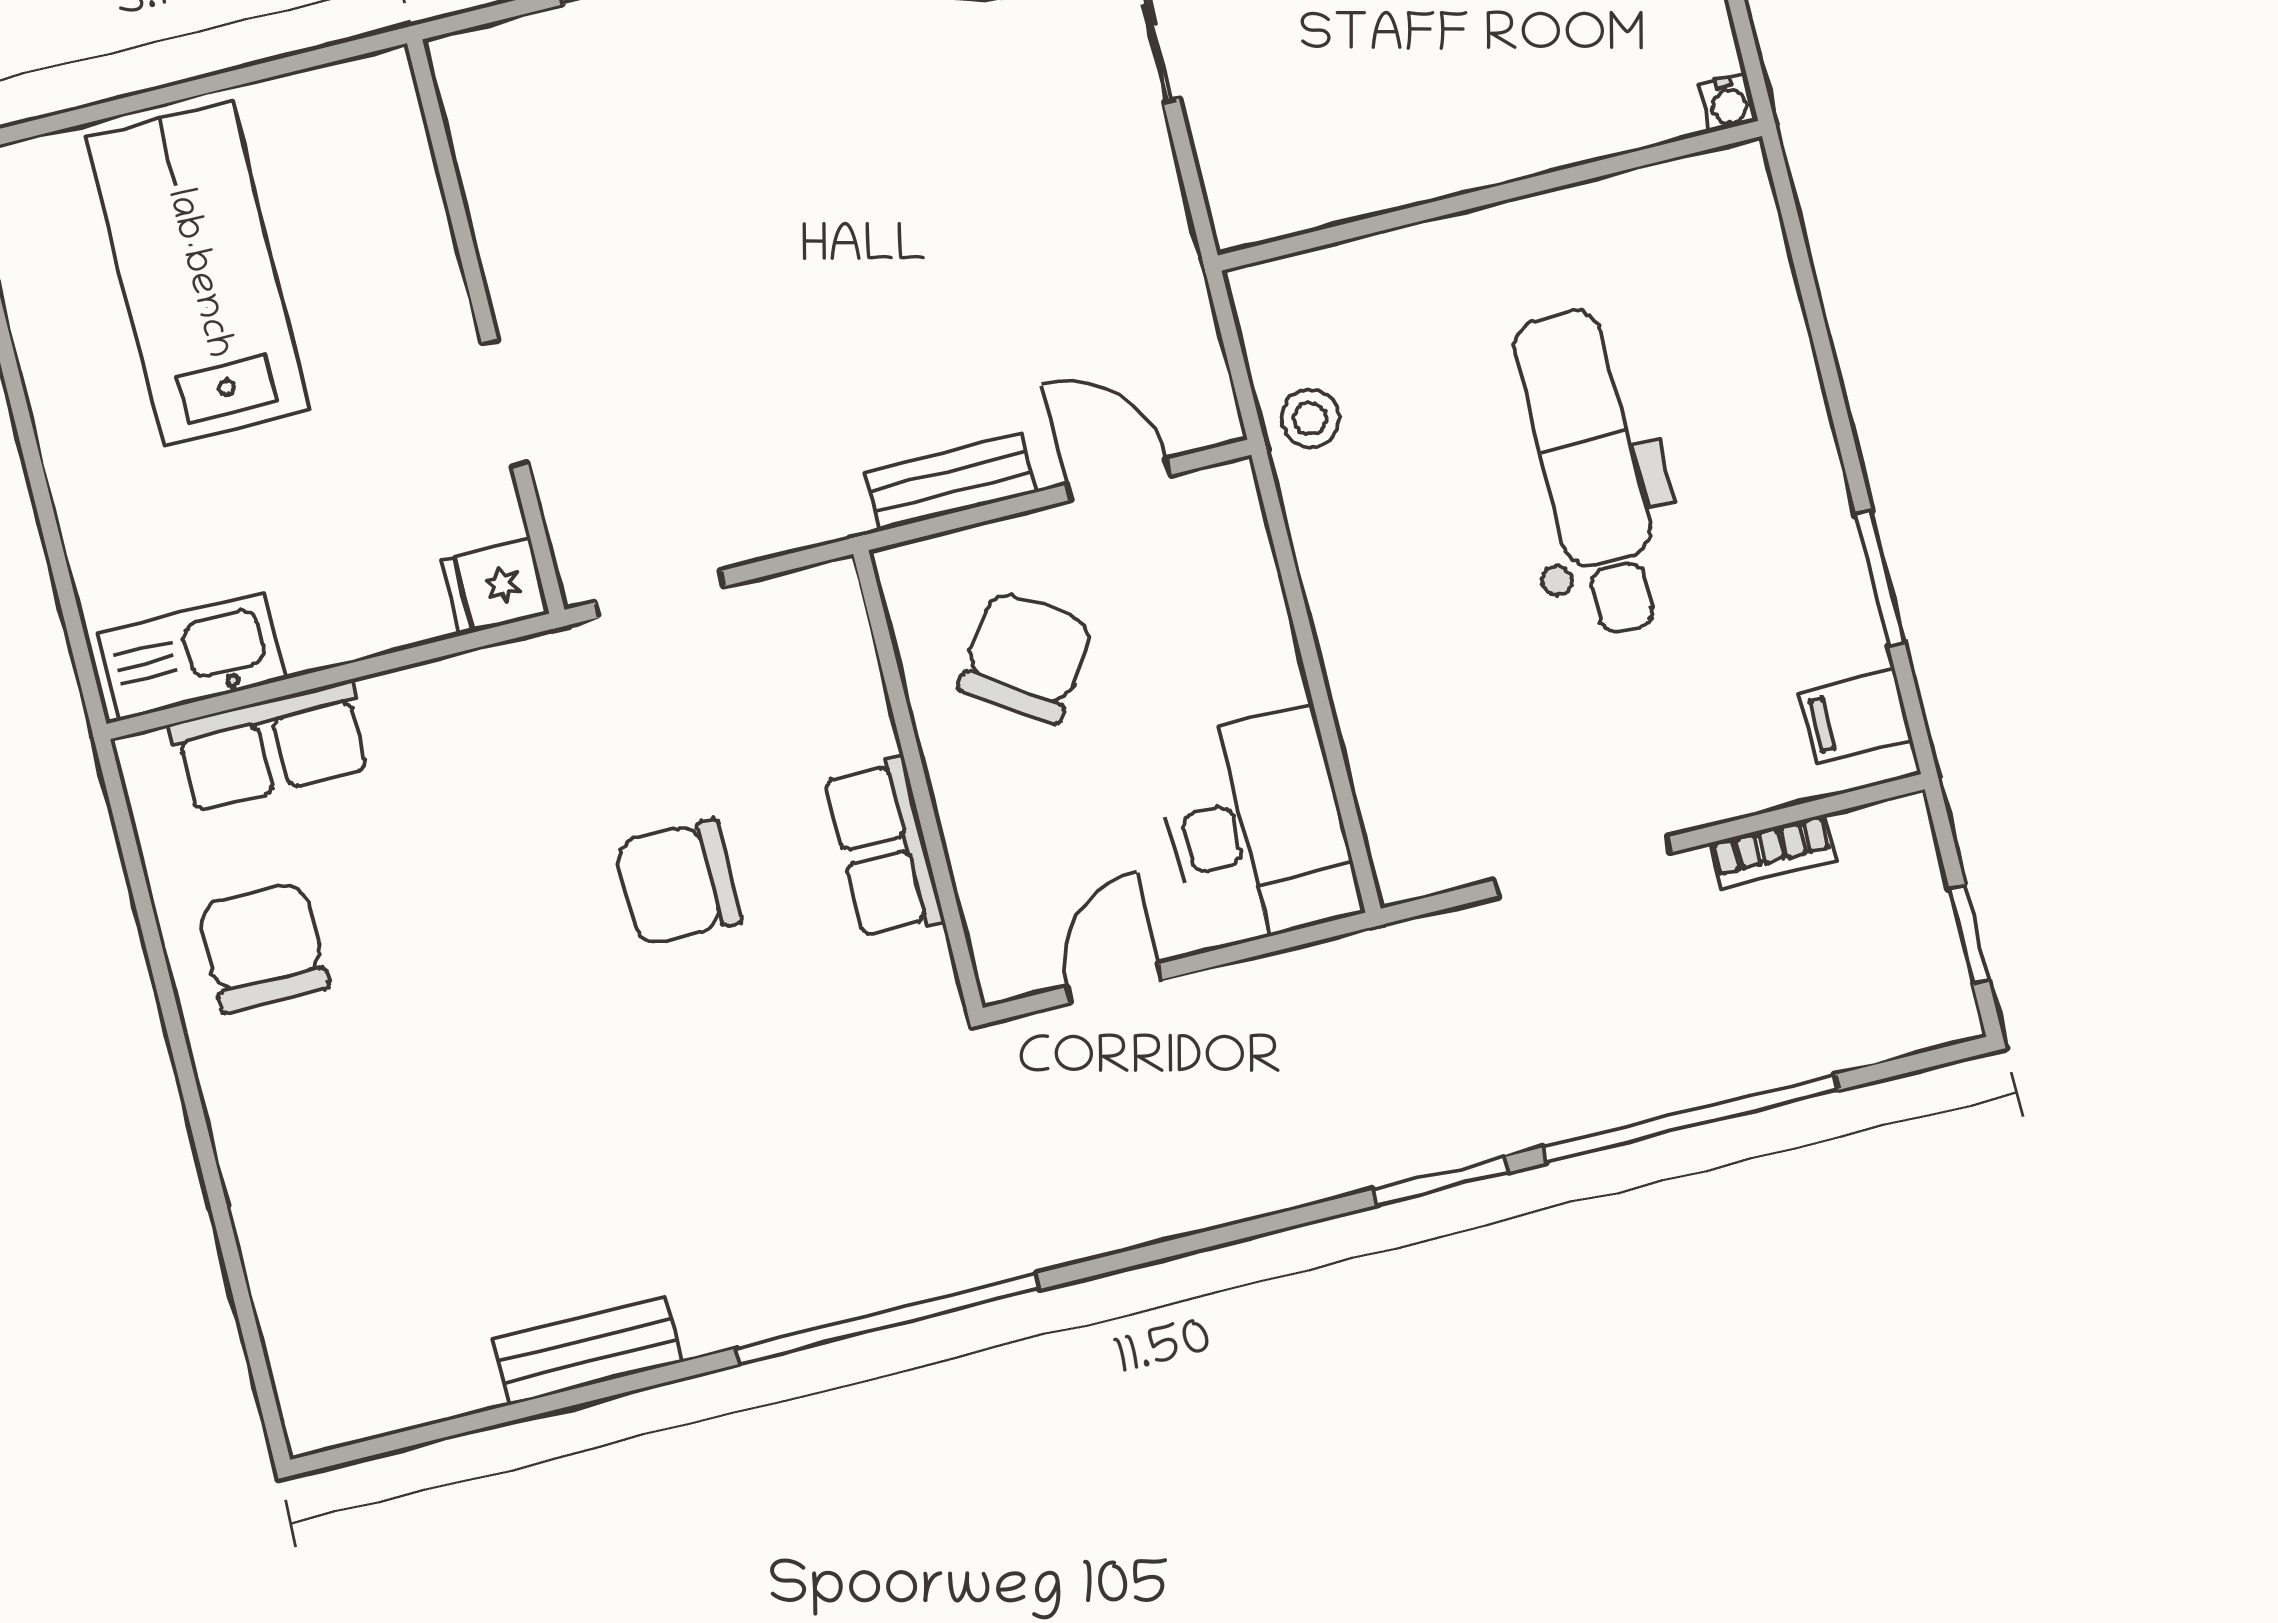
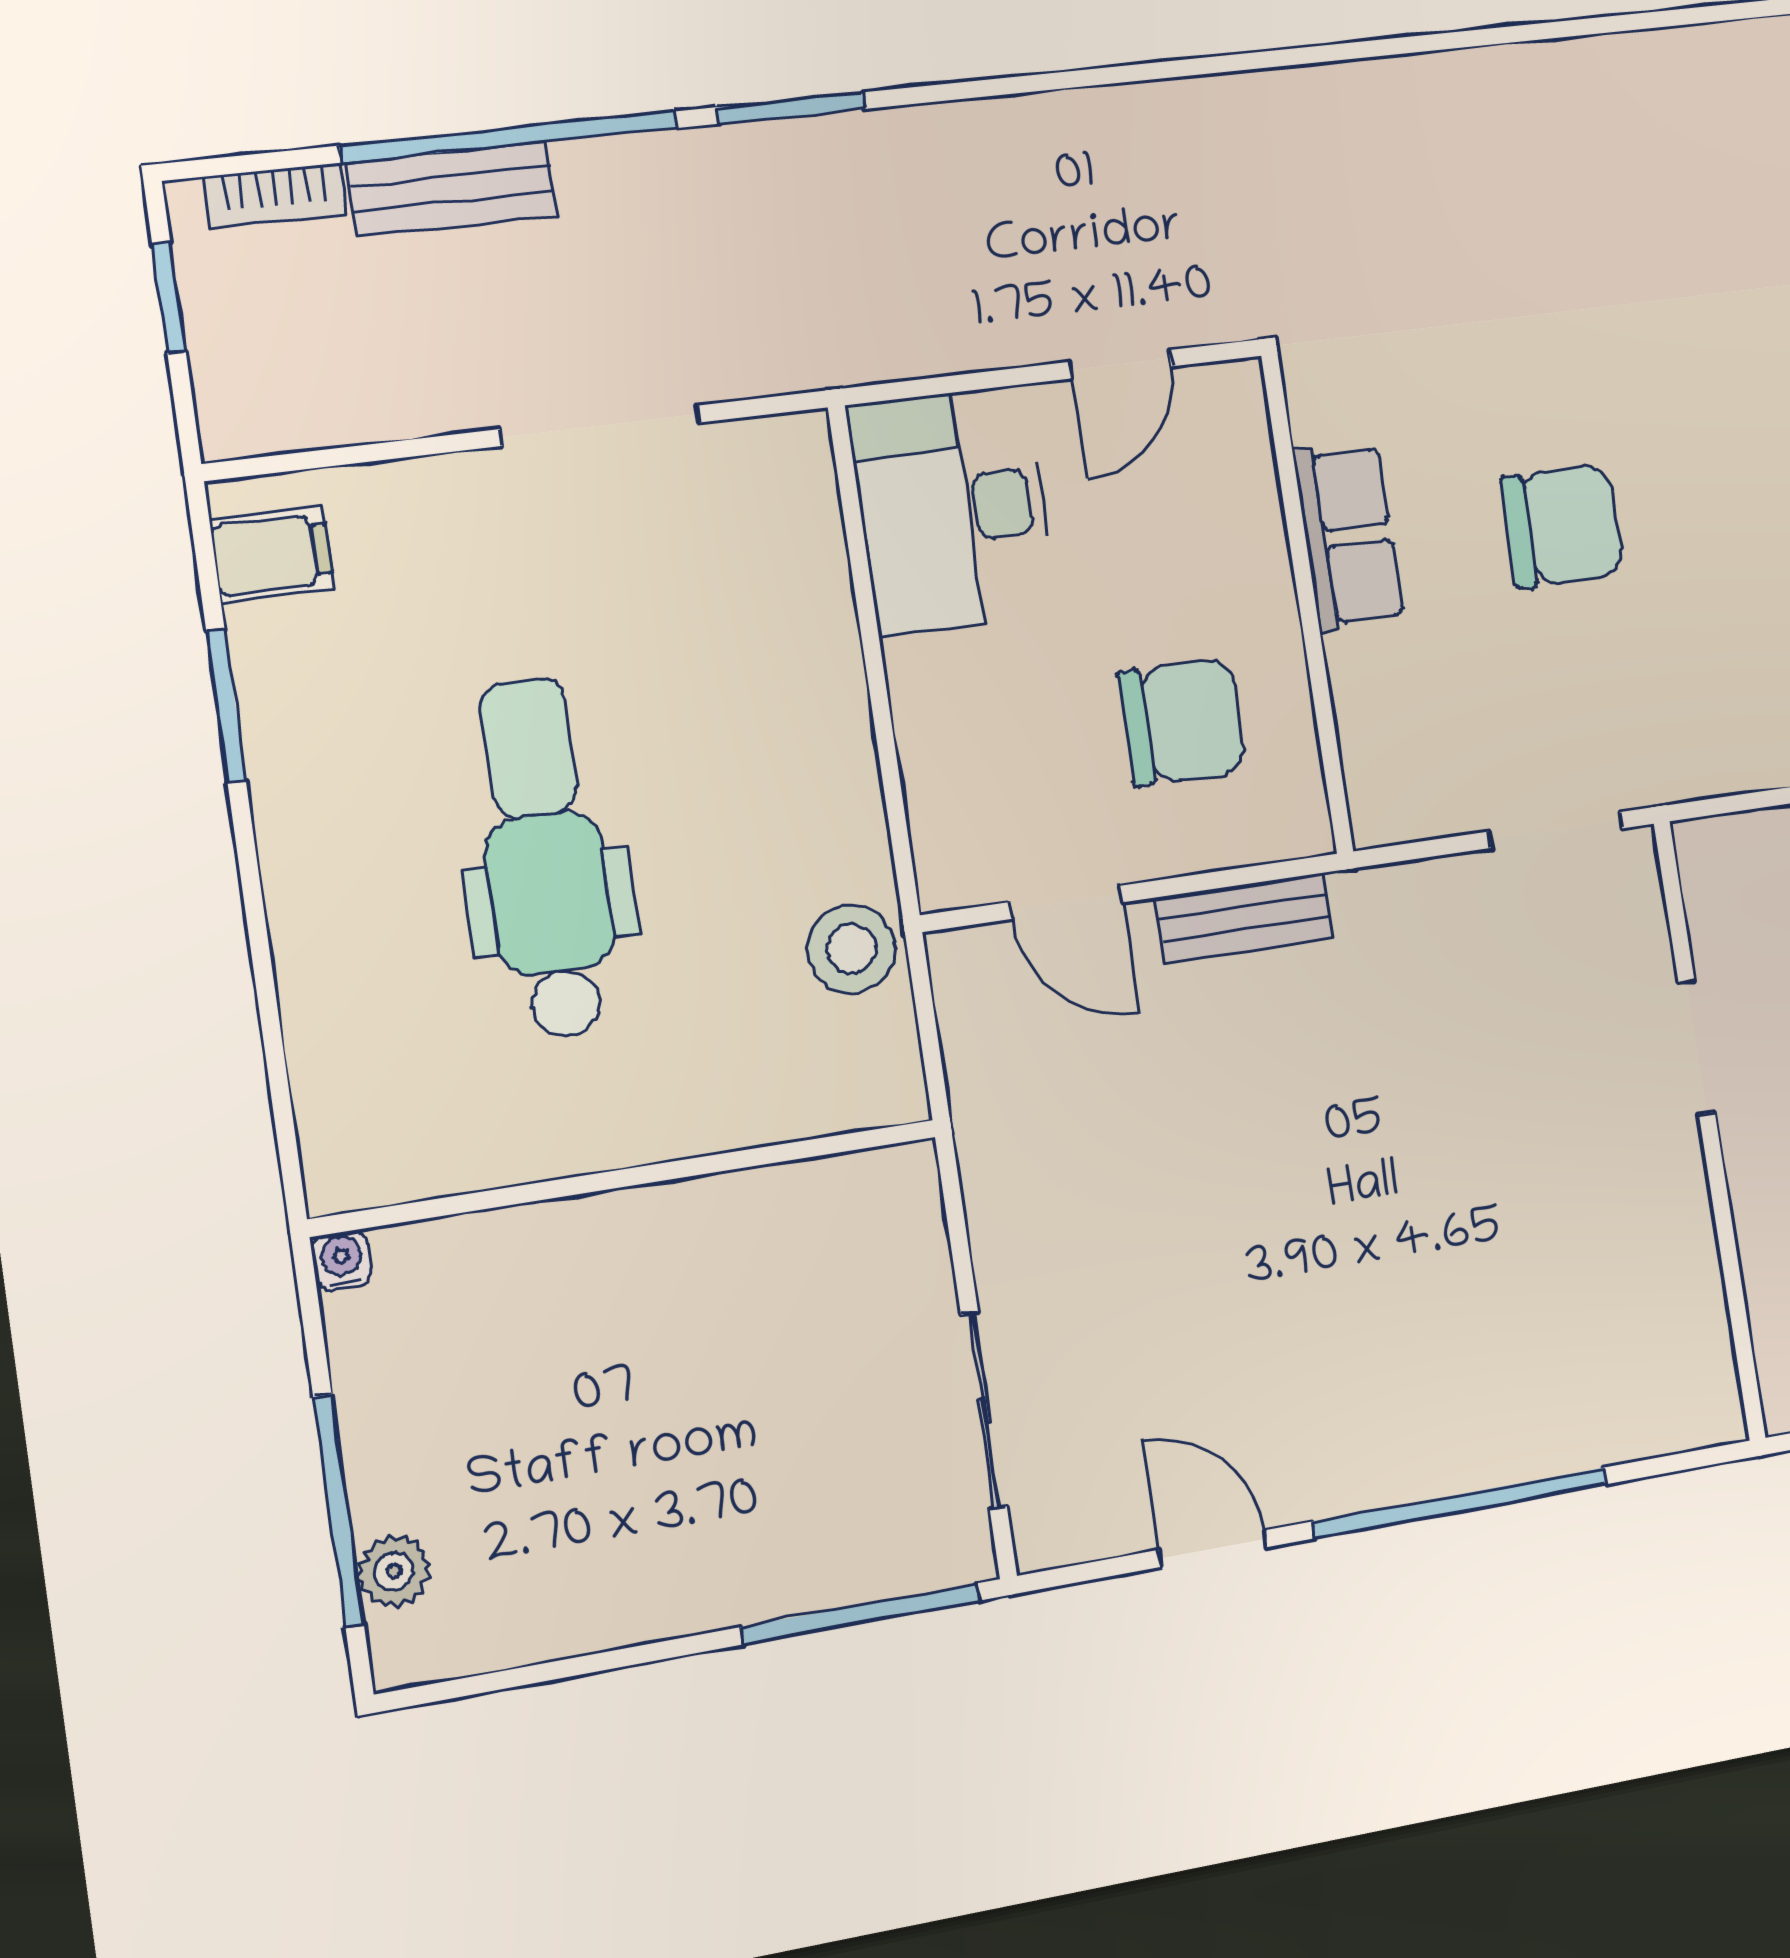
stool: (1310, 418) -> (851, 949), width x1.37, depth x1.37
dental chair: (1591, 473) -> (545, 858), turned 180
fridge: (495, 586) -> (1721, 856), removed
chair: (1026, 657) -> (1182, 722), turned -124
bookcase: (1773, 852) -> (276, 196), moved, turned 180
window: (888, 1319) -> (1387, 47), removed
bench: (587, 1351) -> (452, 189), moved

